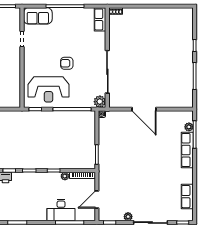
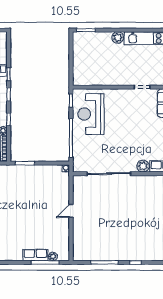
armchair: (67, 63) -> (117, 133), removed
plant: (100, 102) -> (143, 166), moved
door: (144, 109) -> (71, 211), width x0.53
row of seats: (187, 150) -> (35, 255), width x0.68

